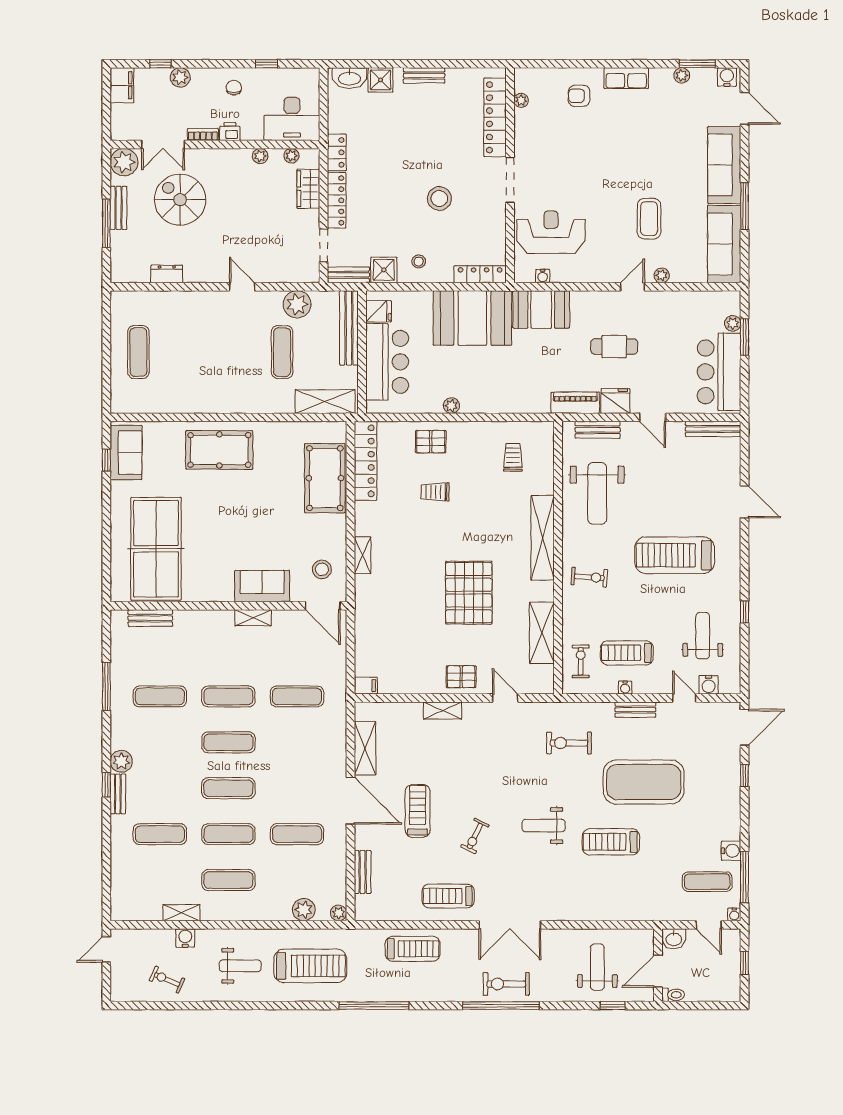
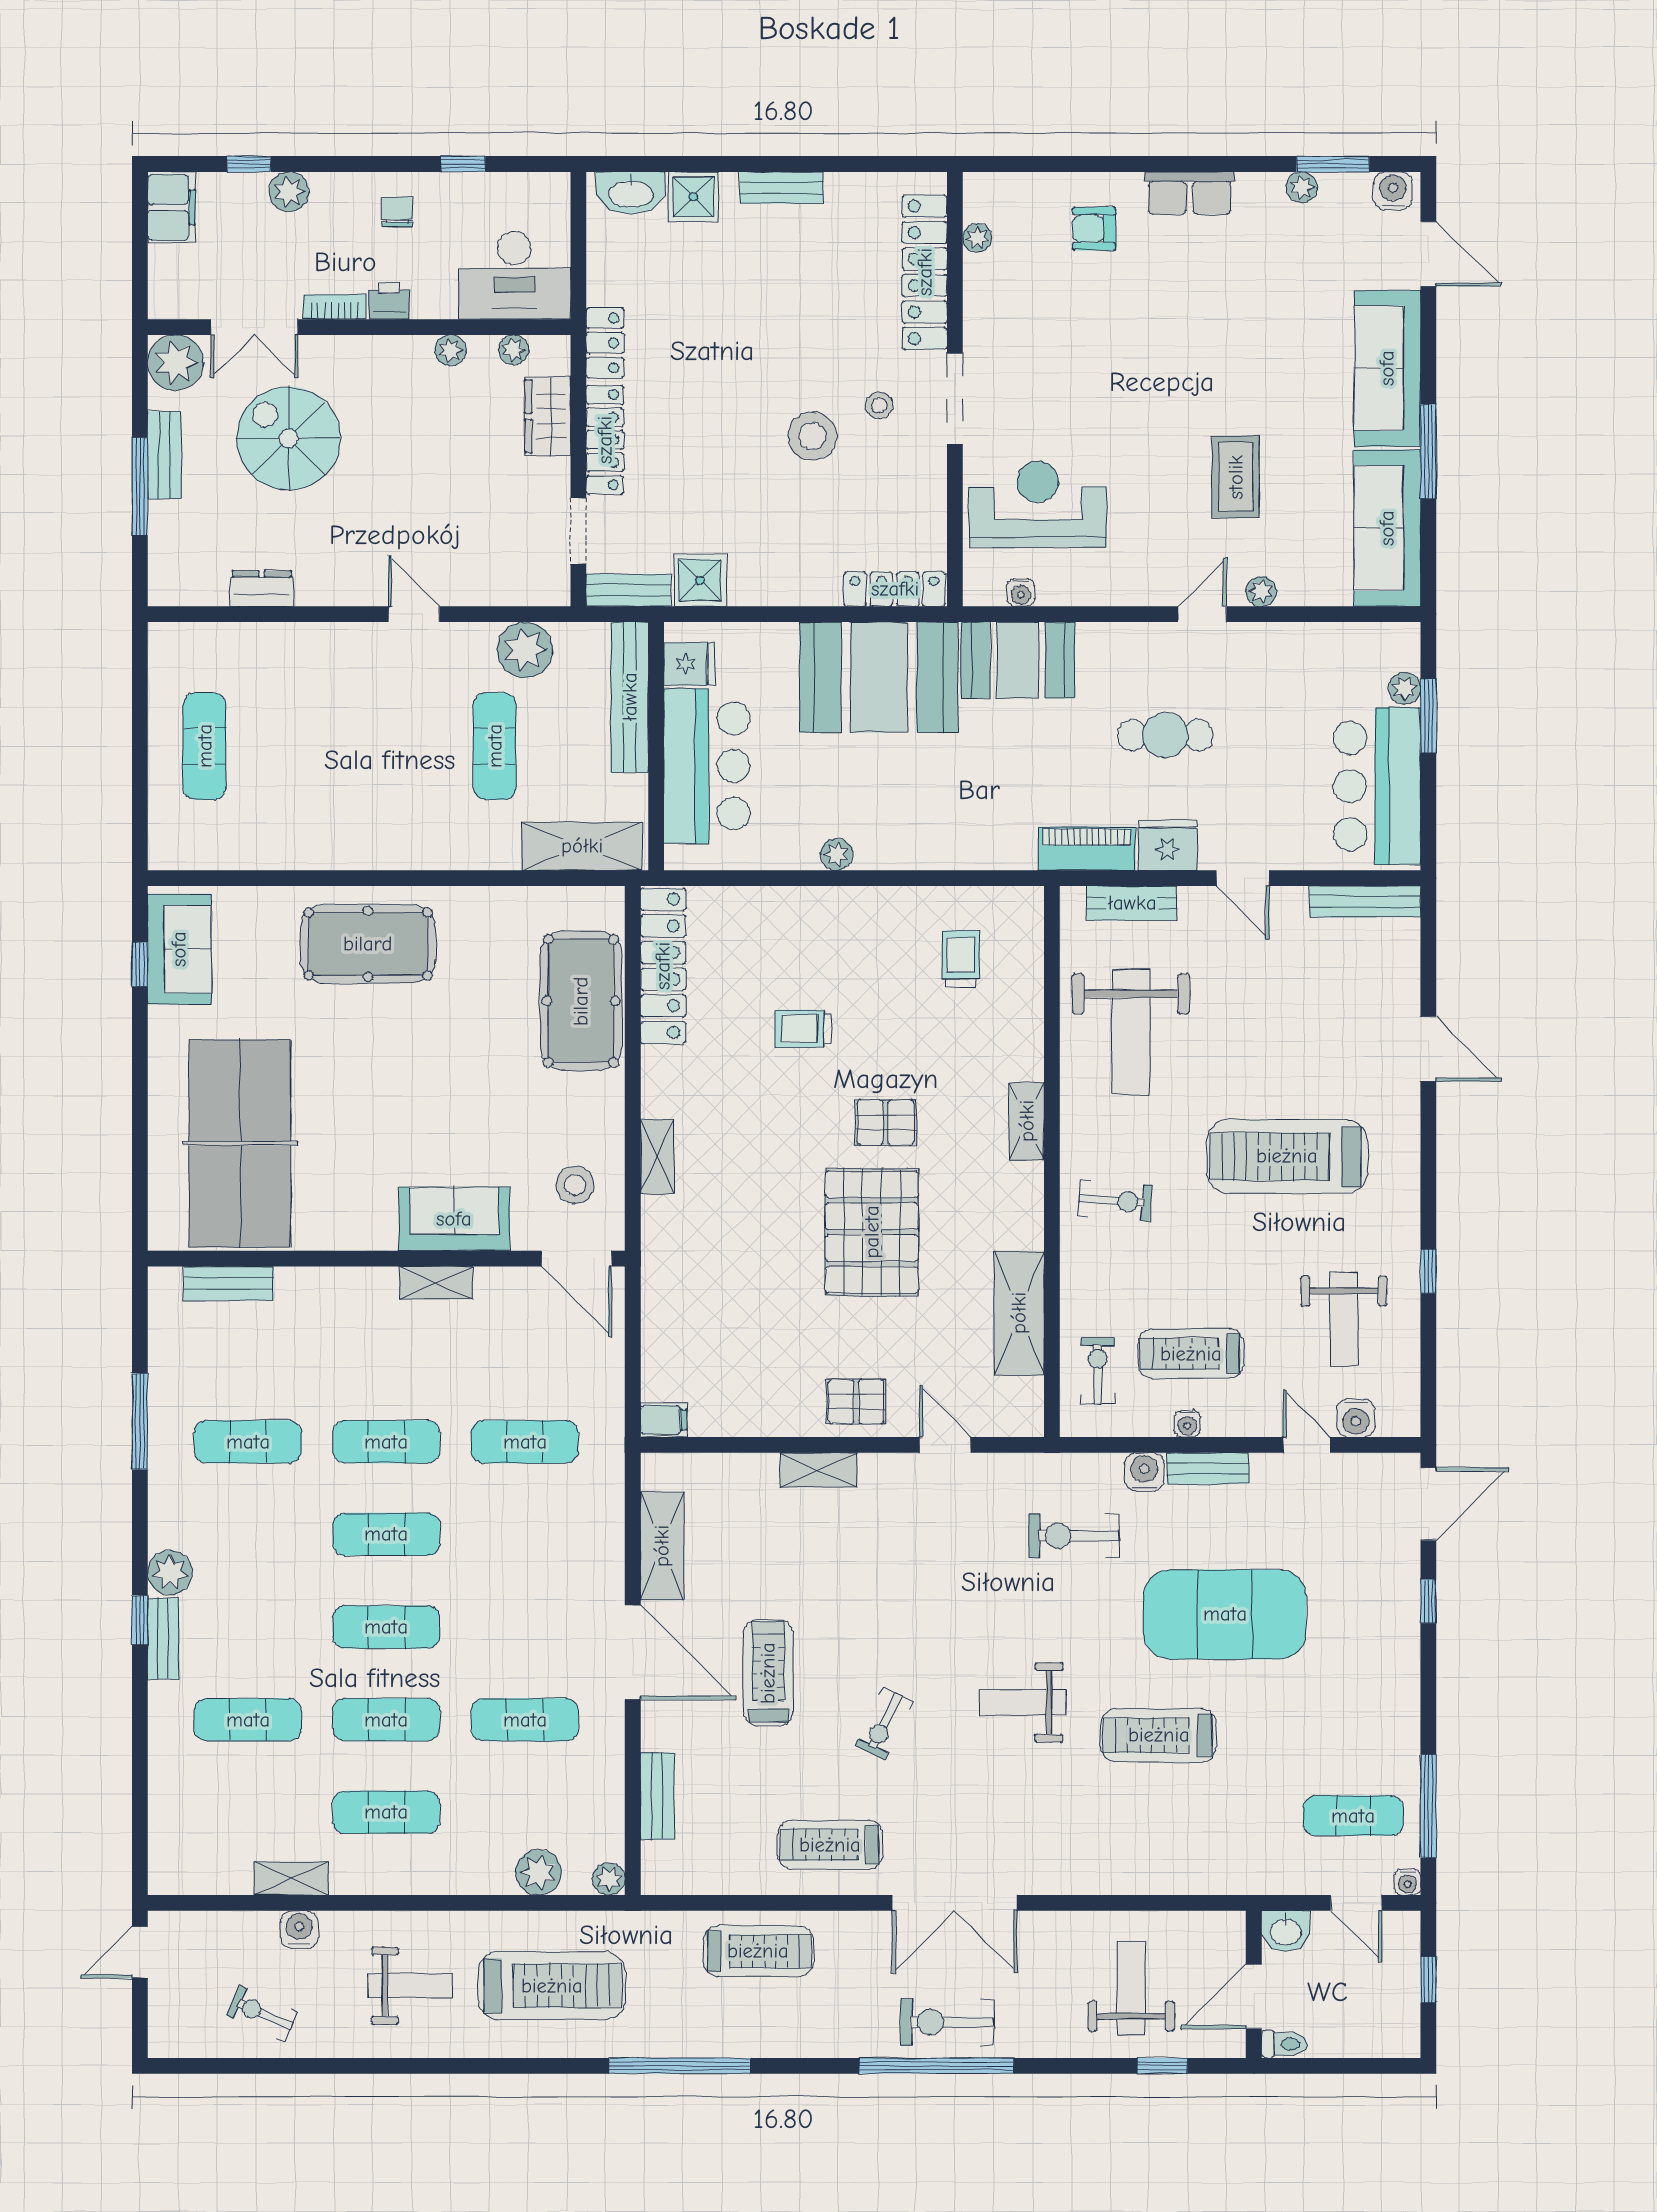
stool: (419, 262) -> (879, 405), moved
pallet: (431, 442) -> (886, 1122), moved
shelving: (543, 538) -> (1027, 1121), width x0.45, depth x0.75
weight bench: (703, 636) -> (1344, 1319), turned 180
water cooler: (731, 851) -> (1144, 1472), moved, turned -90

